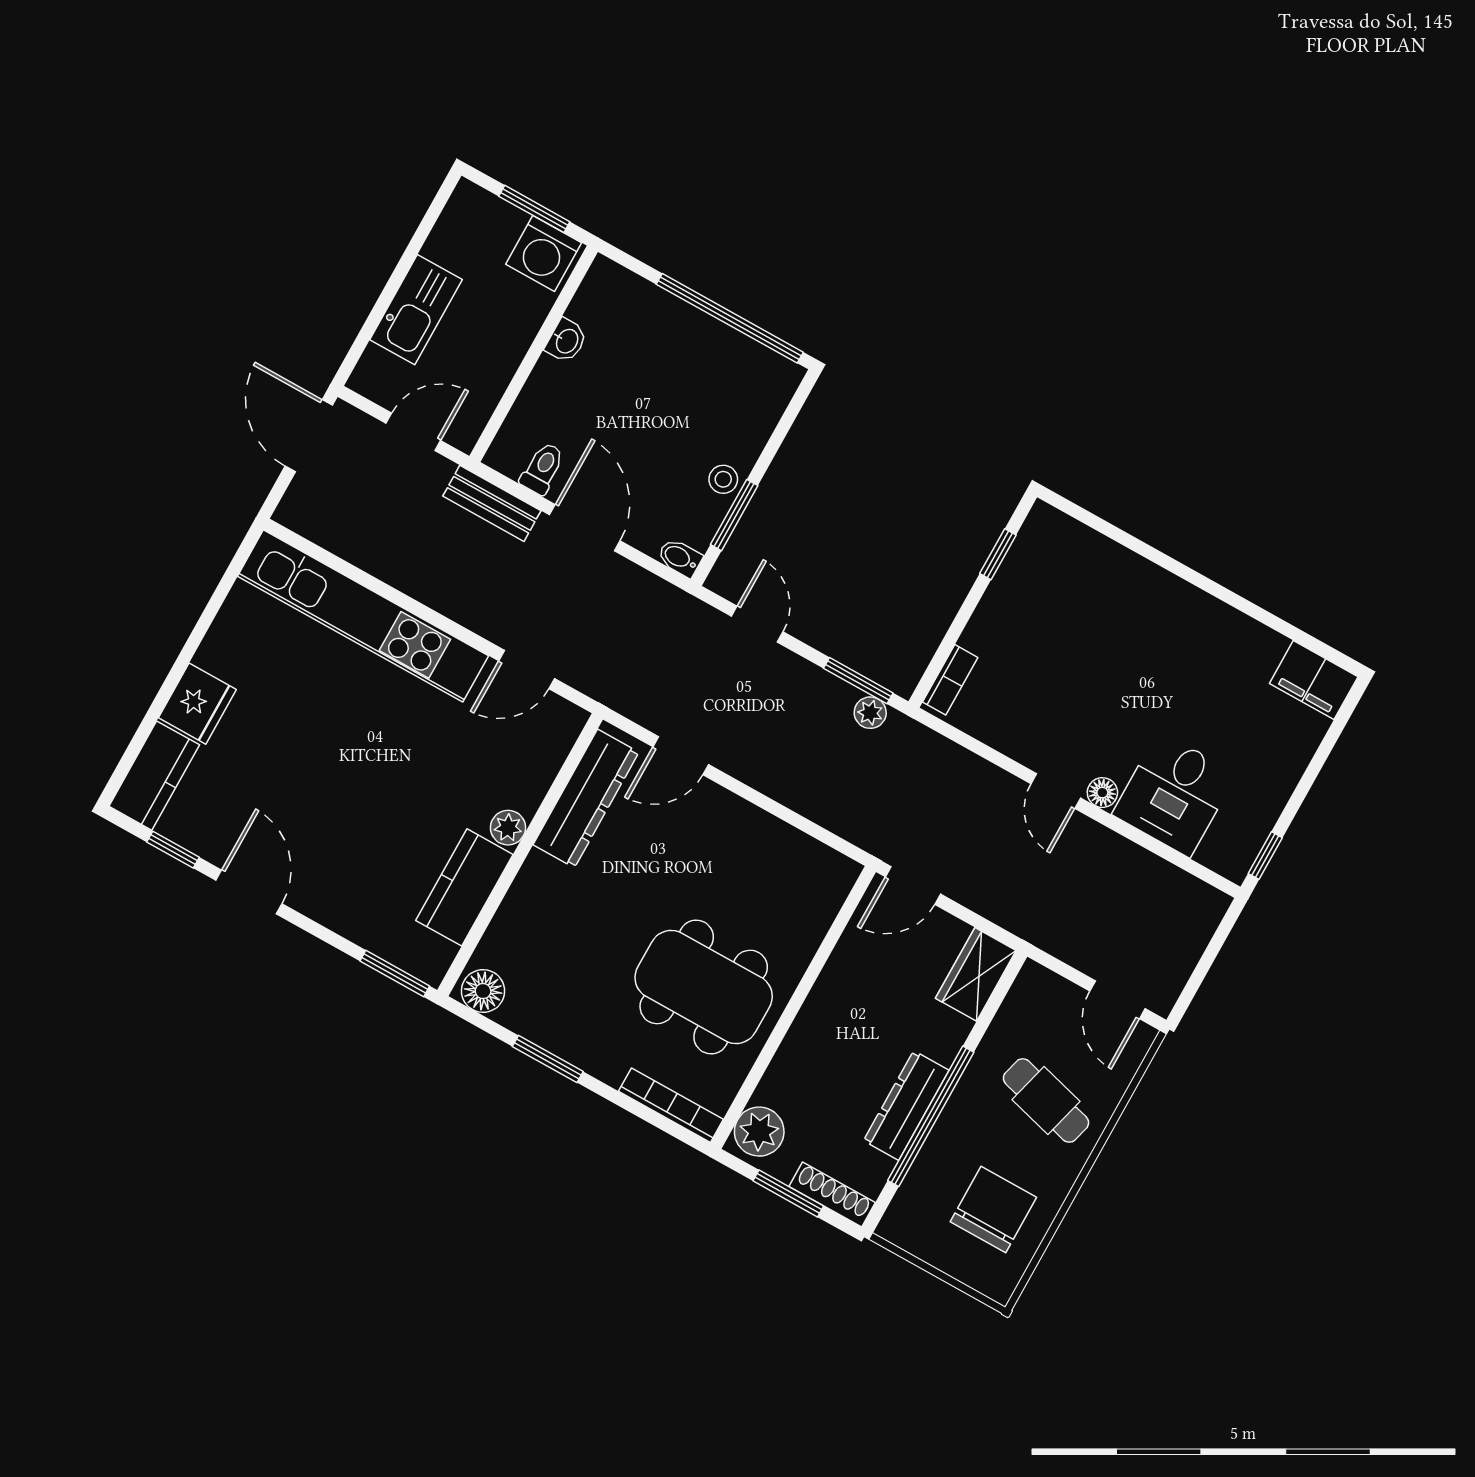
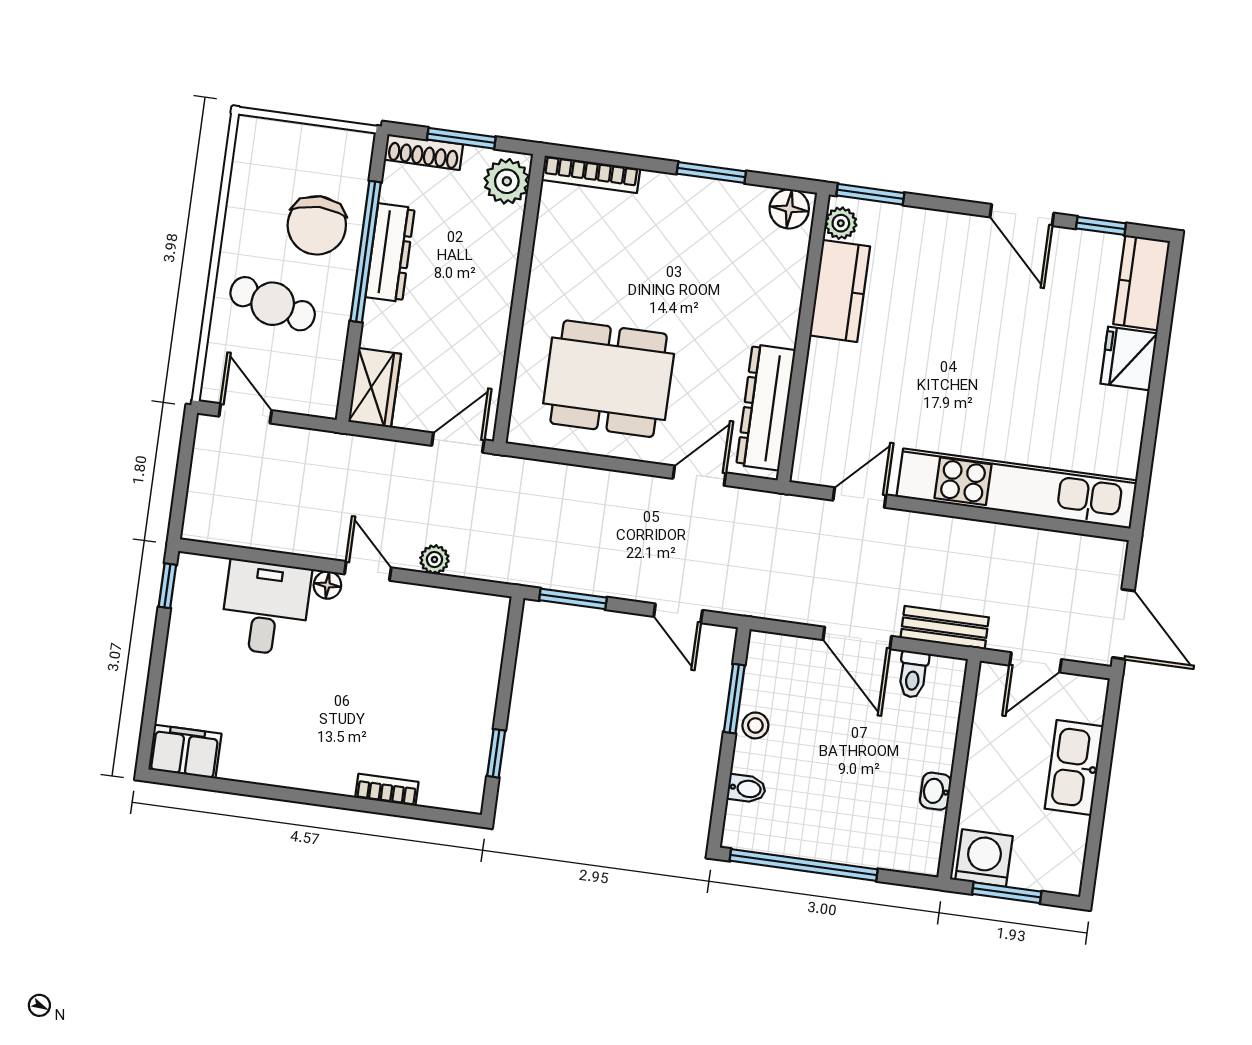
bidet: (680, 558) -> (746, 789), moved
bookcase: (950, 680) -> (387, 790), moved, turned 90
plant: (870, 713) -> (434, 559), moved
plant: (508, 828) -> (841, 223), moved
dining table: (704, 987) -> (609, 379), moved
chair: (993, 1209) -> (317, 225), moved

